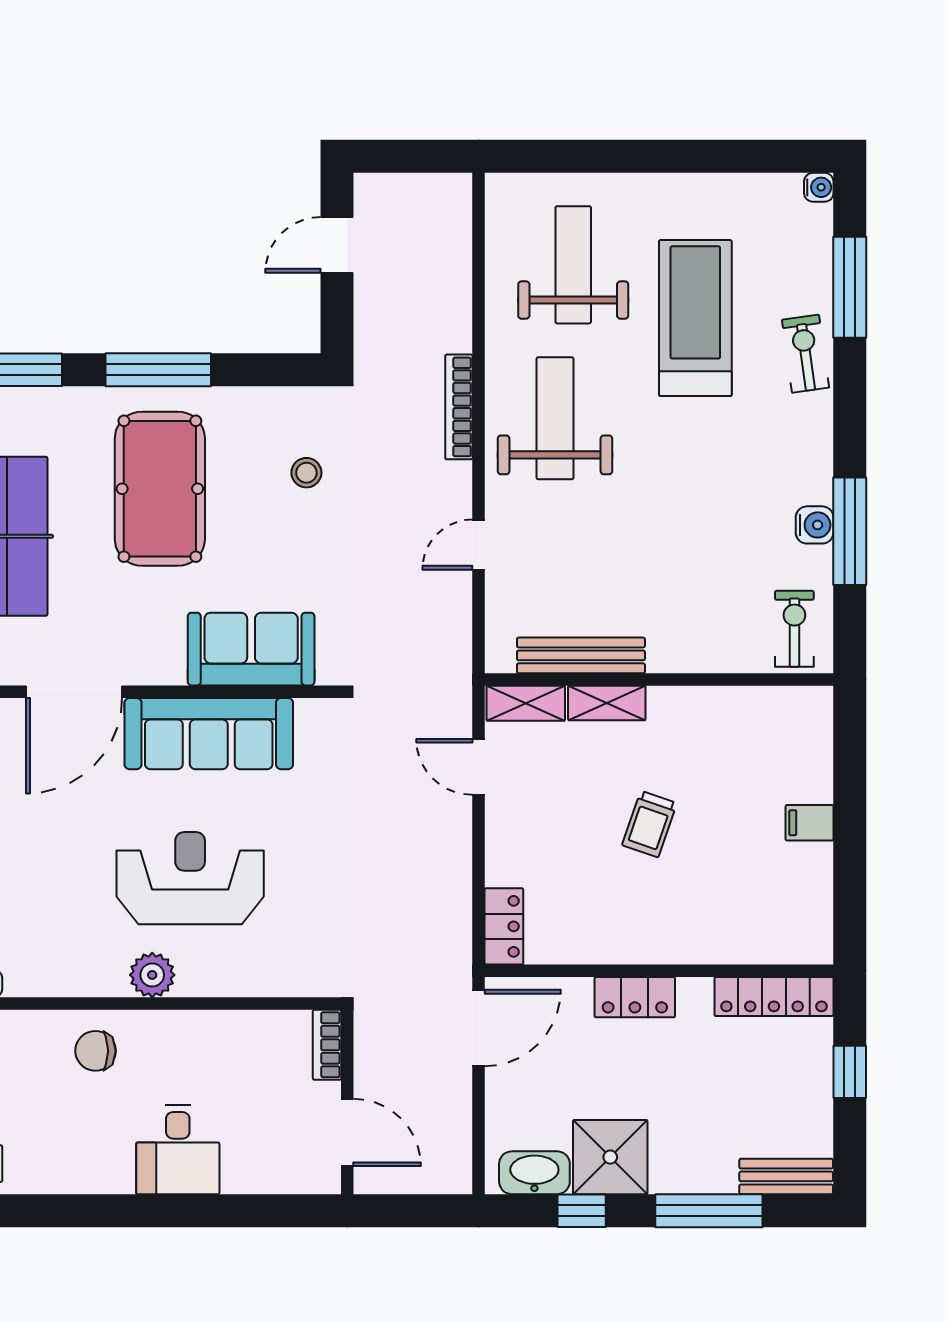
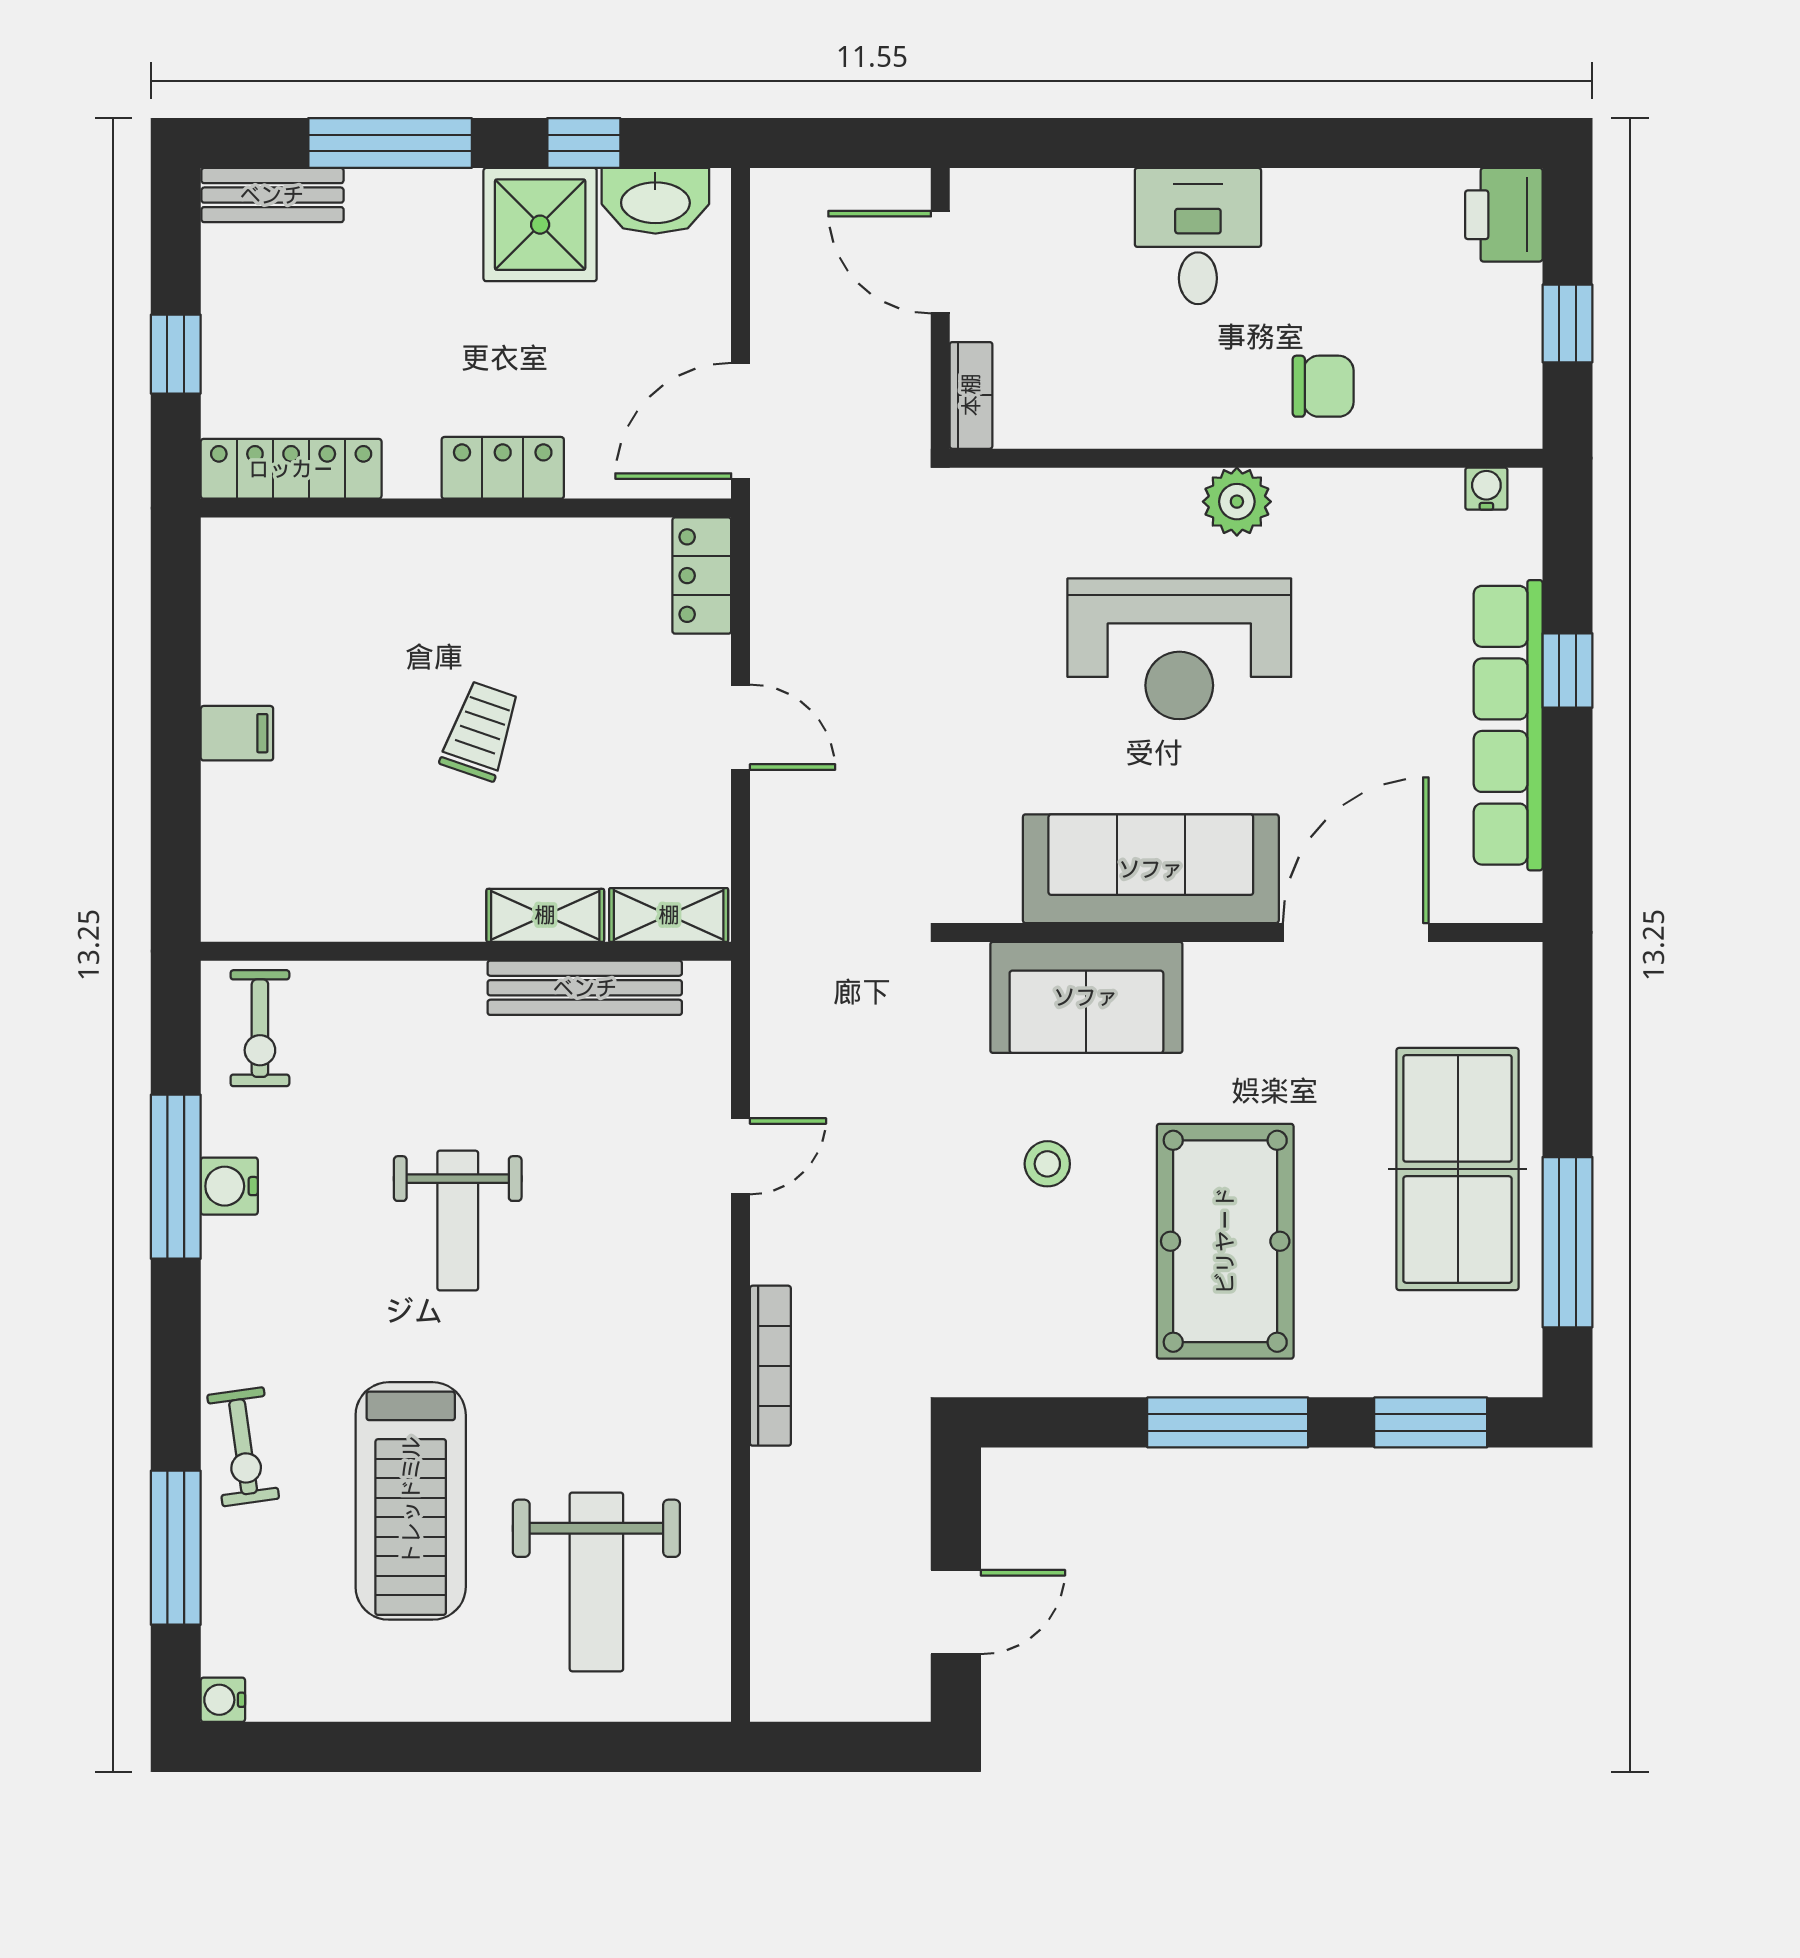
weight bench: (555, 418) -> (458, 1221), moved, width x0.73, depth x0.75
stool: (306, 473) -> (1047, 1164), moved
door: (478, 767) -> (741, 727), moved

